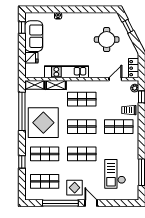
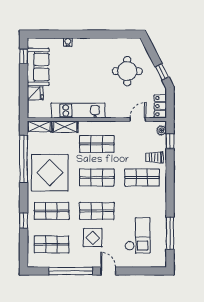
window: (128, 26) -> (162, 72), moved
checkout: (115, 174) -> (138, 235), turned 180
display table: (75, 188) -> (93, 238), moved

